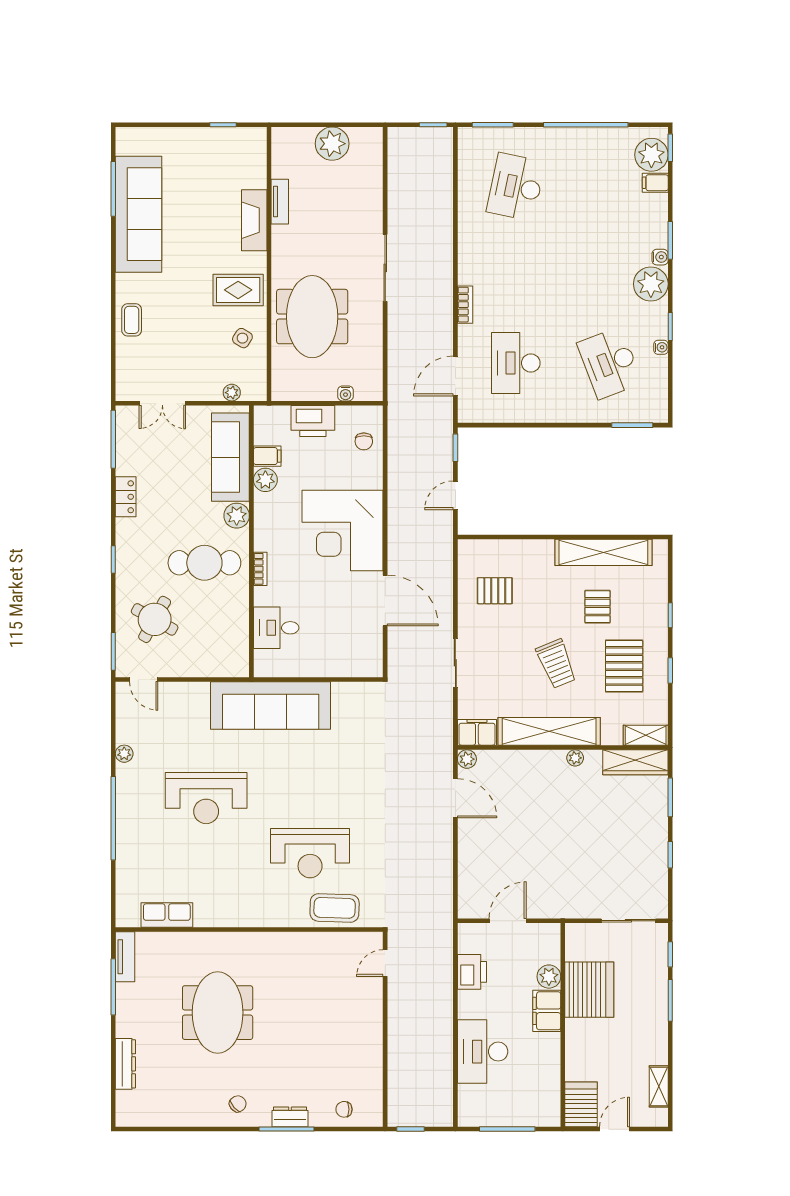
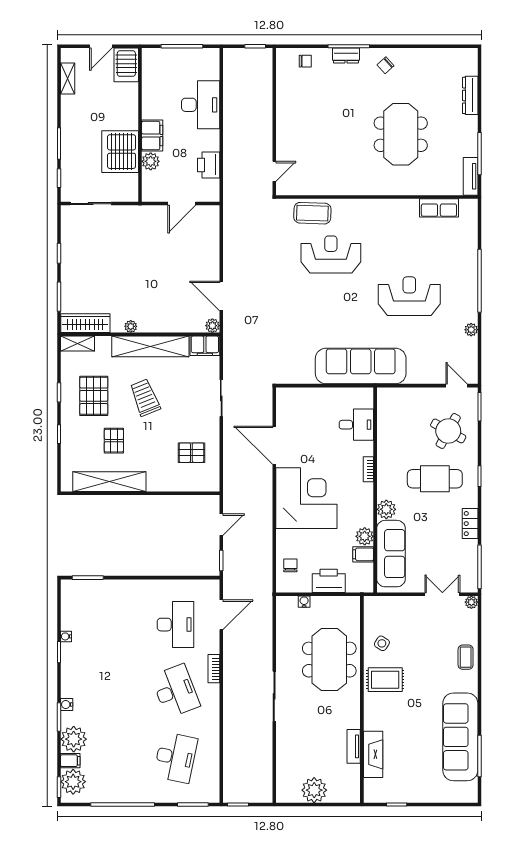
fireplace: (254, 220) -> (373, 754), moved
plant: (651, 284) -> (74, 739), moved
desk: (610, 363) -> (176, 691), moved
plant: (232, 393) -> (471, 602), moved
cafe table: (204, 563) -> (435, 479), moved

